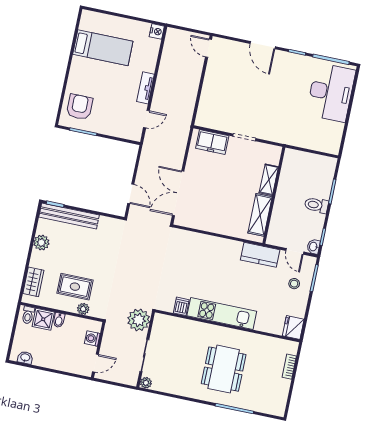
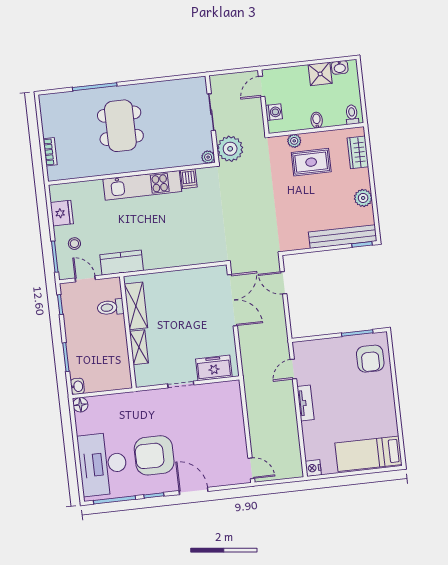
bed: (103, 48) -> (369, 454), moved
armchair: (286, 86) -> (154, 455), added
floor lamp: (333, 148) -> (80, 405), added
toilet: (316, 205) -> (111, 307), moved, turned 180
washbasin: (314, 247) -> (77, 386), moved
shower: (43, 319) -> (320, 74), moved
fridge: (293, 327) -> (62, 213), moved
plant: (146, 383) -> (208, 157), moved

